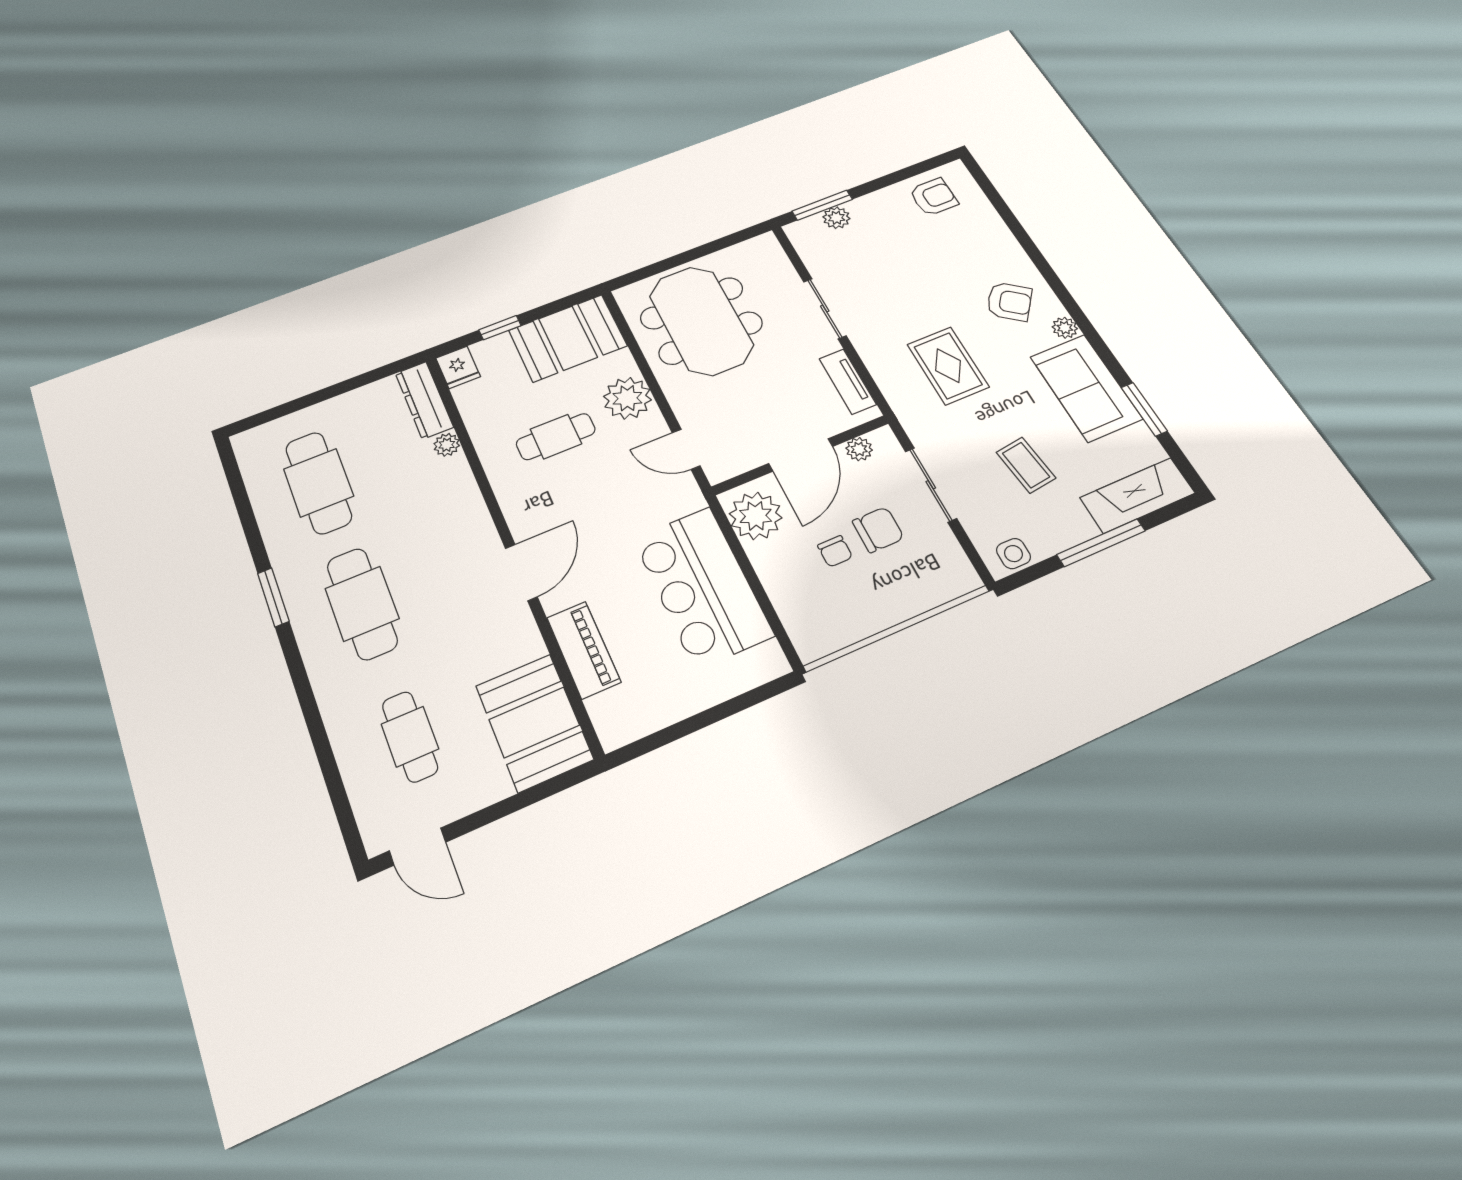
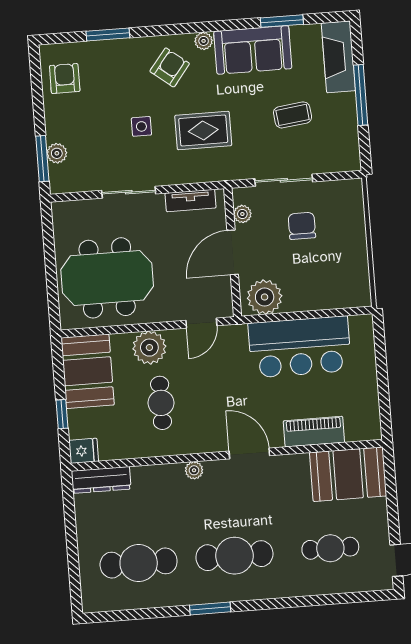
window: (1013, 223) -> (108, 35), added
plant: (447, 445) -> (194, 470), moved
door: (801, 455) -> (233, 252), swing flipped
chair: (835, 551) -> (306, 258), removed
side table: (1013, 554) -> (141, 126), moved

